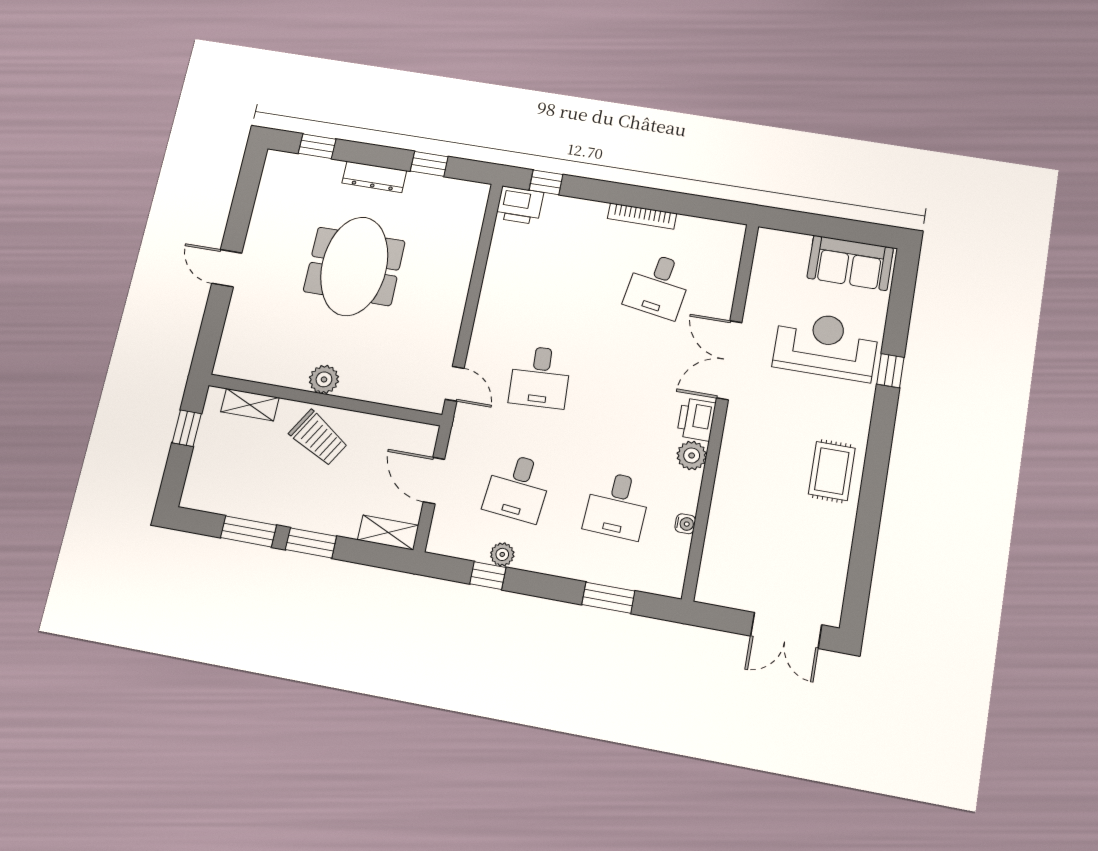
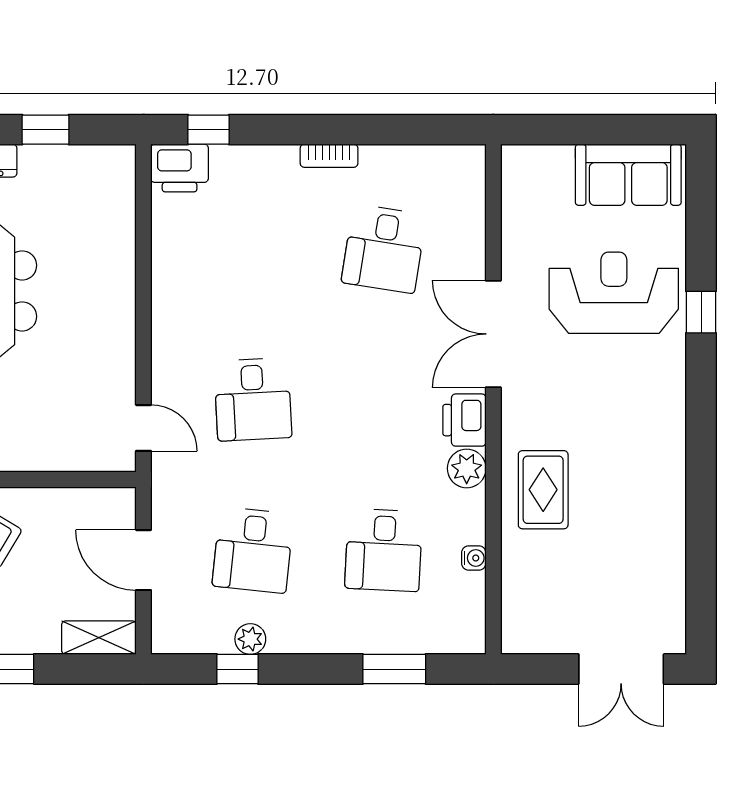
bookcase: (642, 216) -> (329, 156), width x0.64
rug: (832, 471) -> (543, 490), moved

